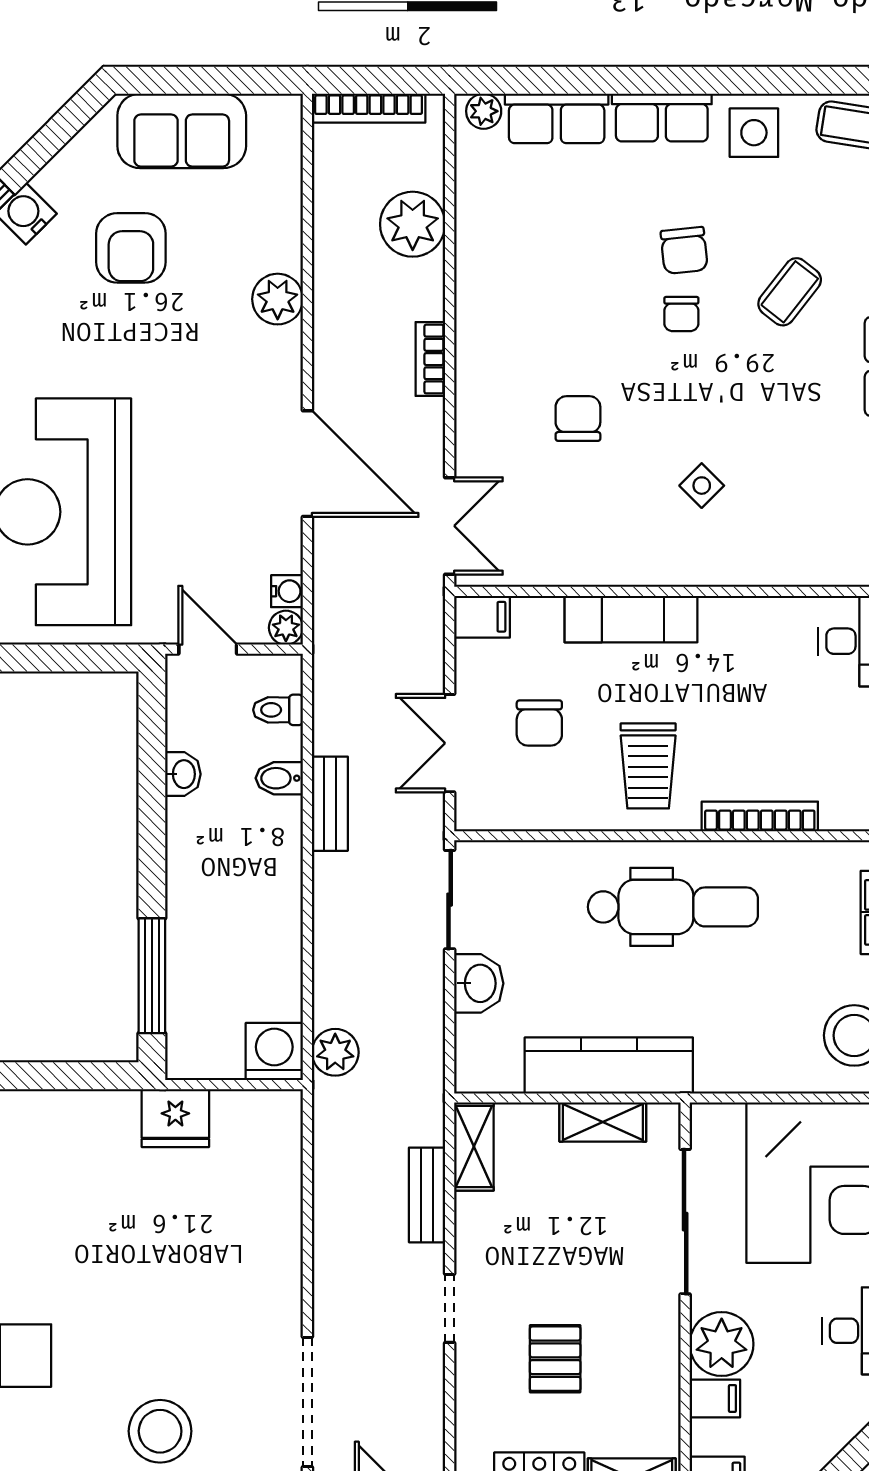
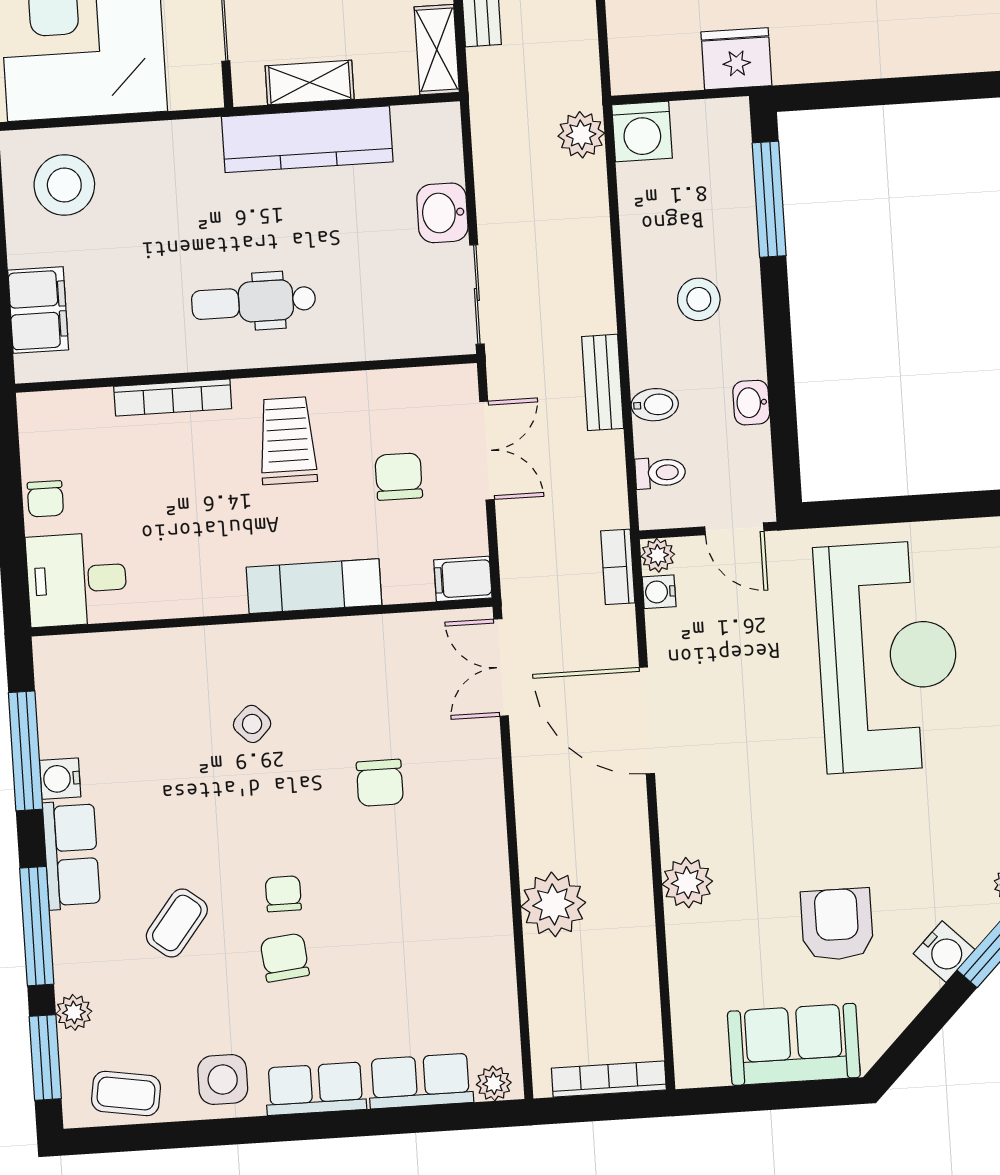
plant: (413, 224) -> (553, 904), moved
bookcase: (430, 359) -> (618, 567), moved, turned 180
stool: (228, 880) -> (699, 299), added
dental chair: (673, 907) -> (254, 302), width x0.73, depth x0.72

